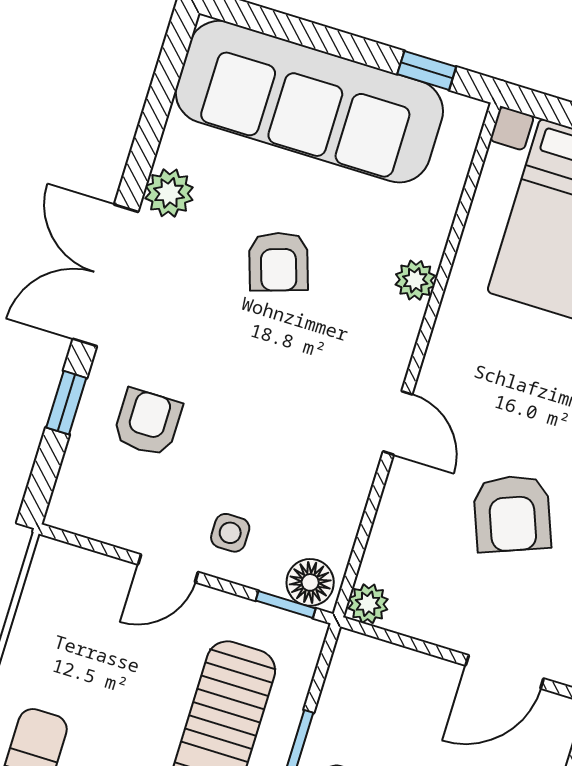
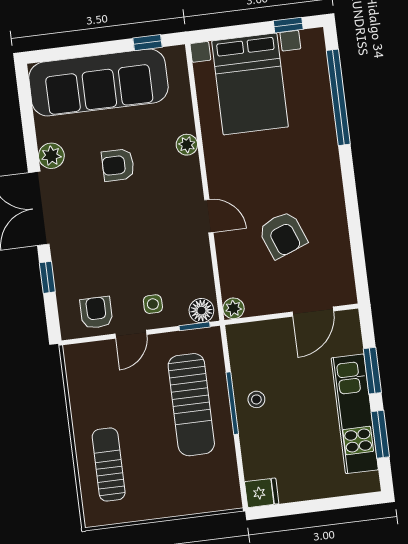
armchair: (278, 262) -> (118, 165), turned 108
armchair: (148, 422) -> (96, 313), moved

